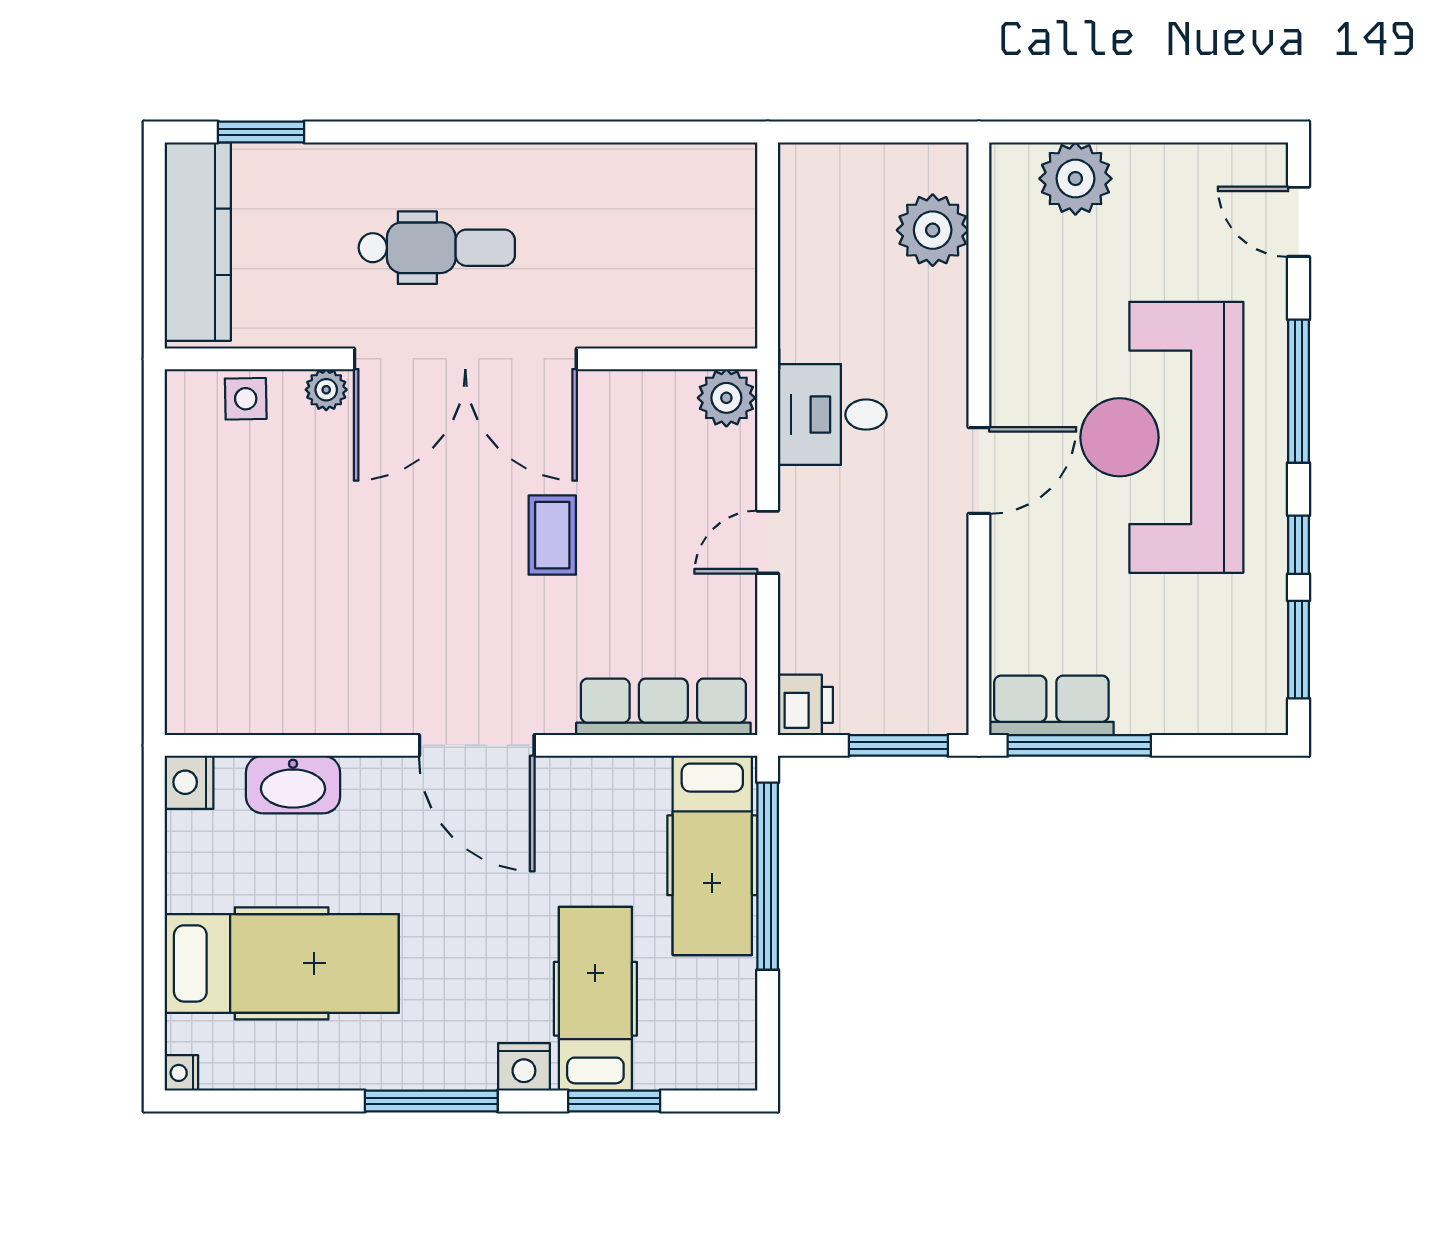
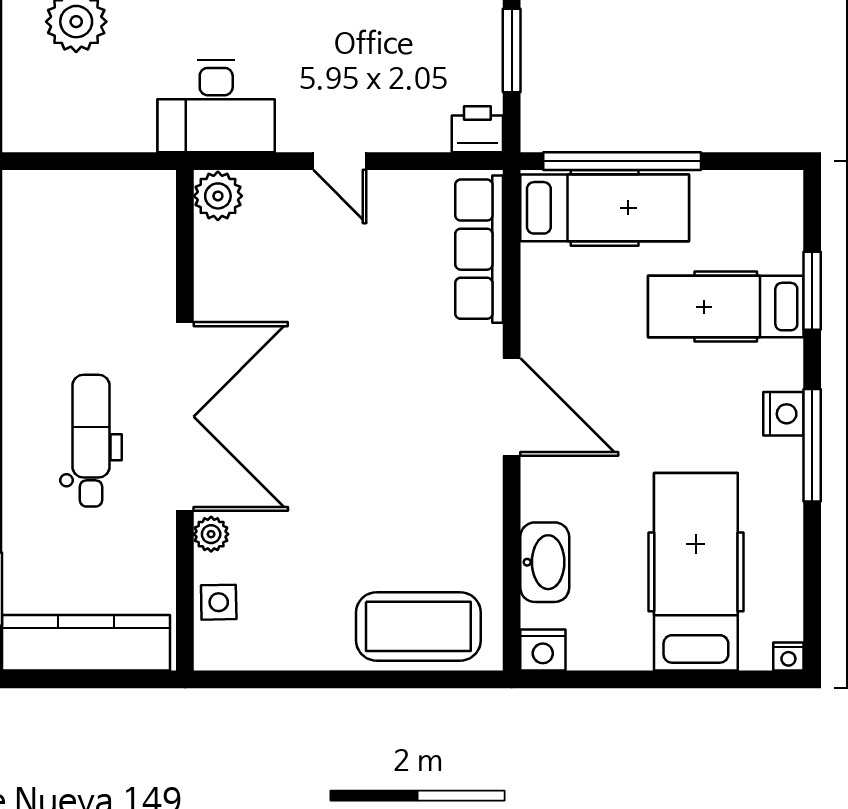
desk: (832, 415) -> (216, 106), width x1.37
coffee table: (552, 535) -> (418, 626), moved, width x1.86, depth x1.72
door: (477, 745) -> (512, 407), hinge flipped
nightstand: (524, 1067) -> (783, 414), moved

